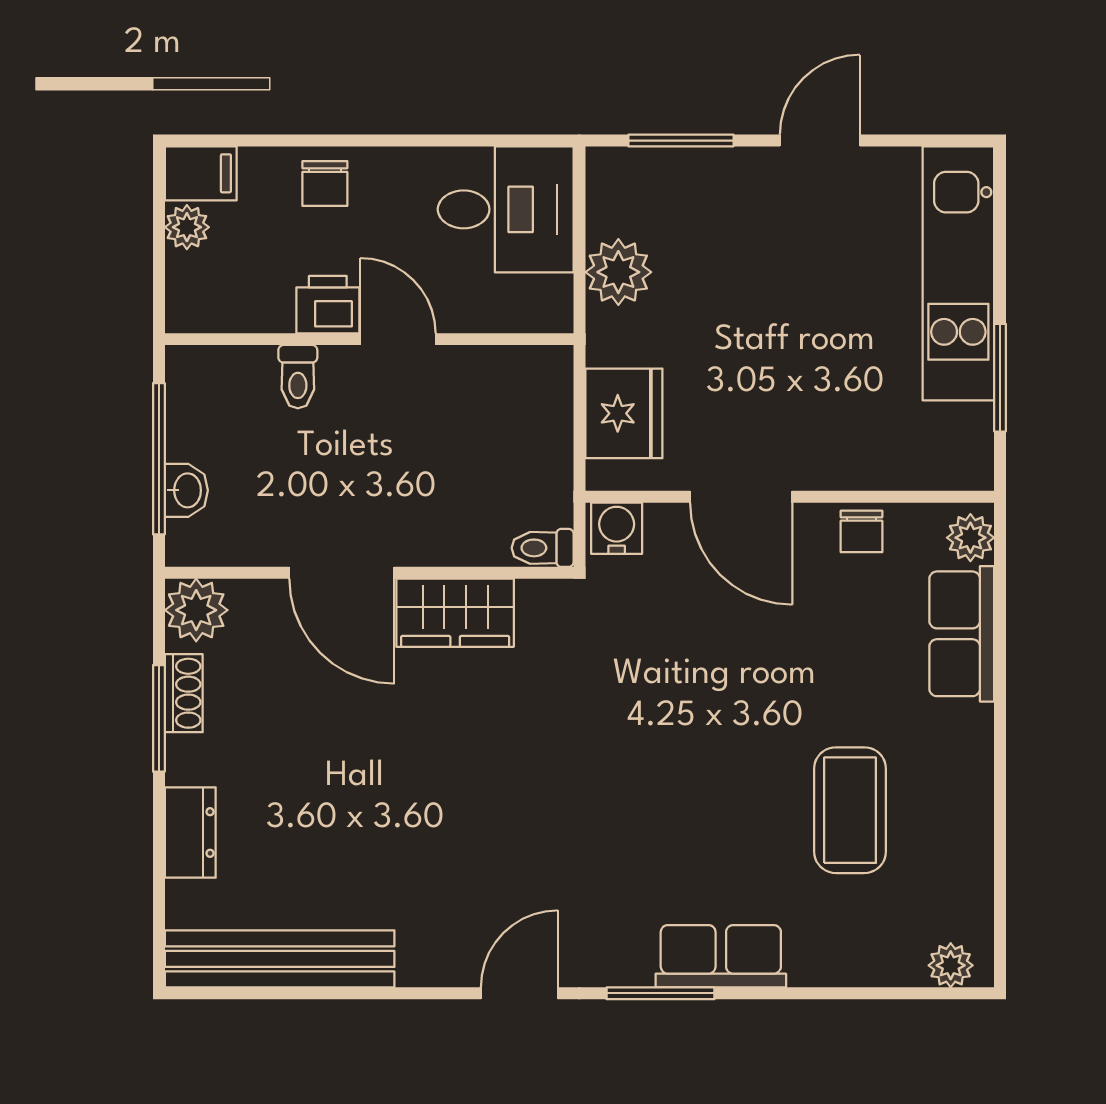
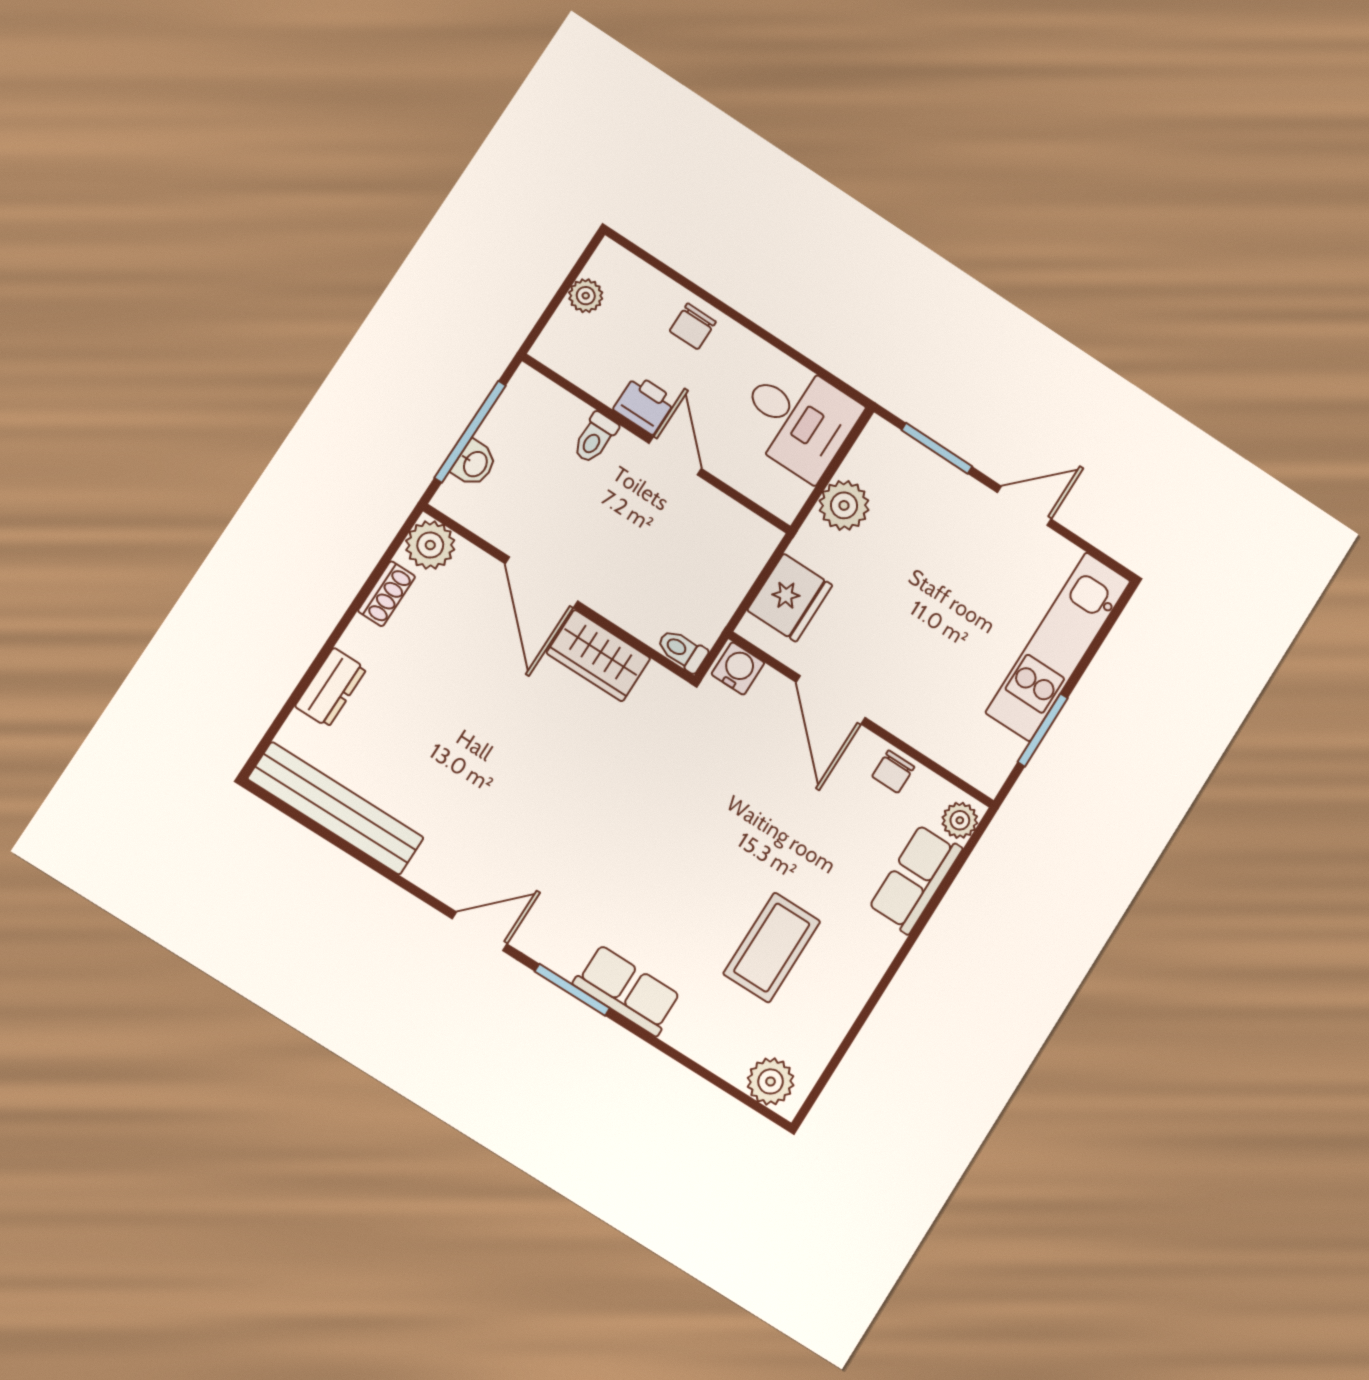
filing cabinet: (201, 173) -> (617, 267), removed
window: (159, 718) -> (359, 600), removed
plant: (951, 965) -> (771, 1081), width x1.38, depth x1.38

